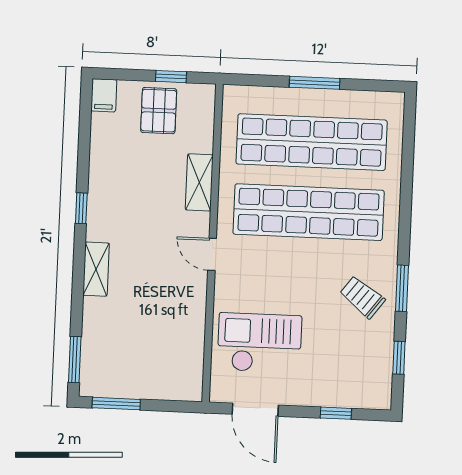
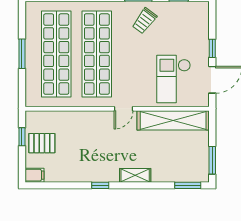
shelving: (199, 182) -> (173, 120), moved, width x2.20, depth x1.33
window: (336, 413) -> (212, 48), moved

